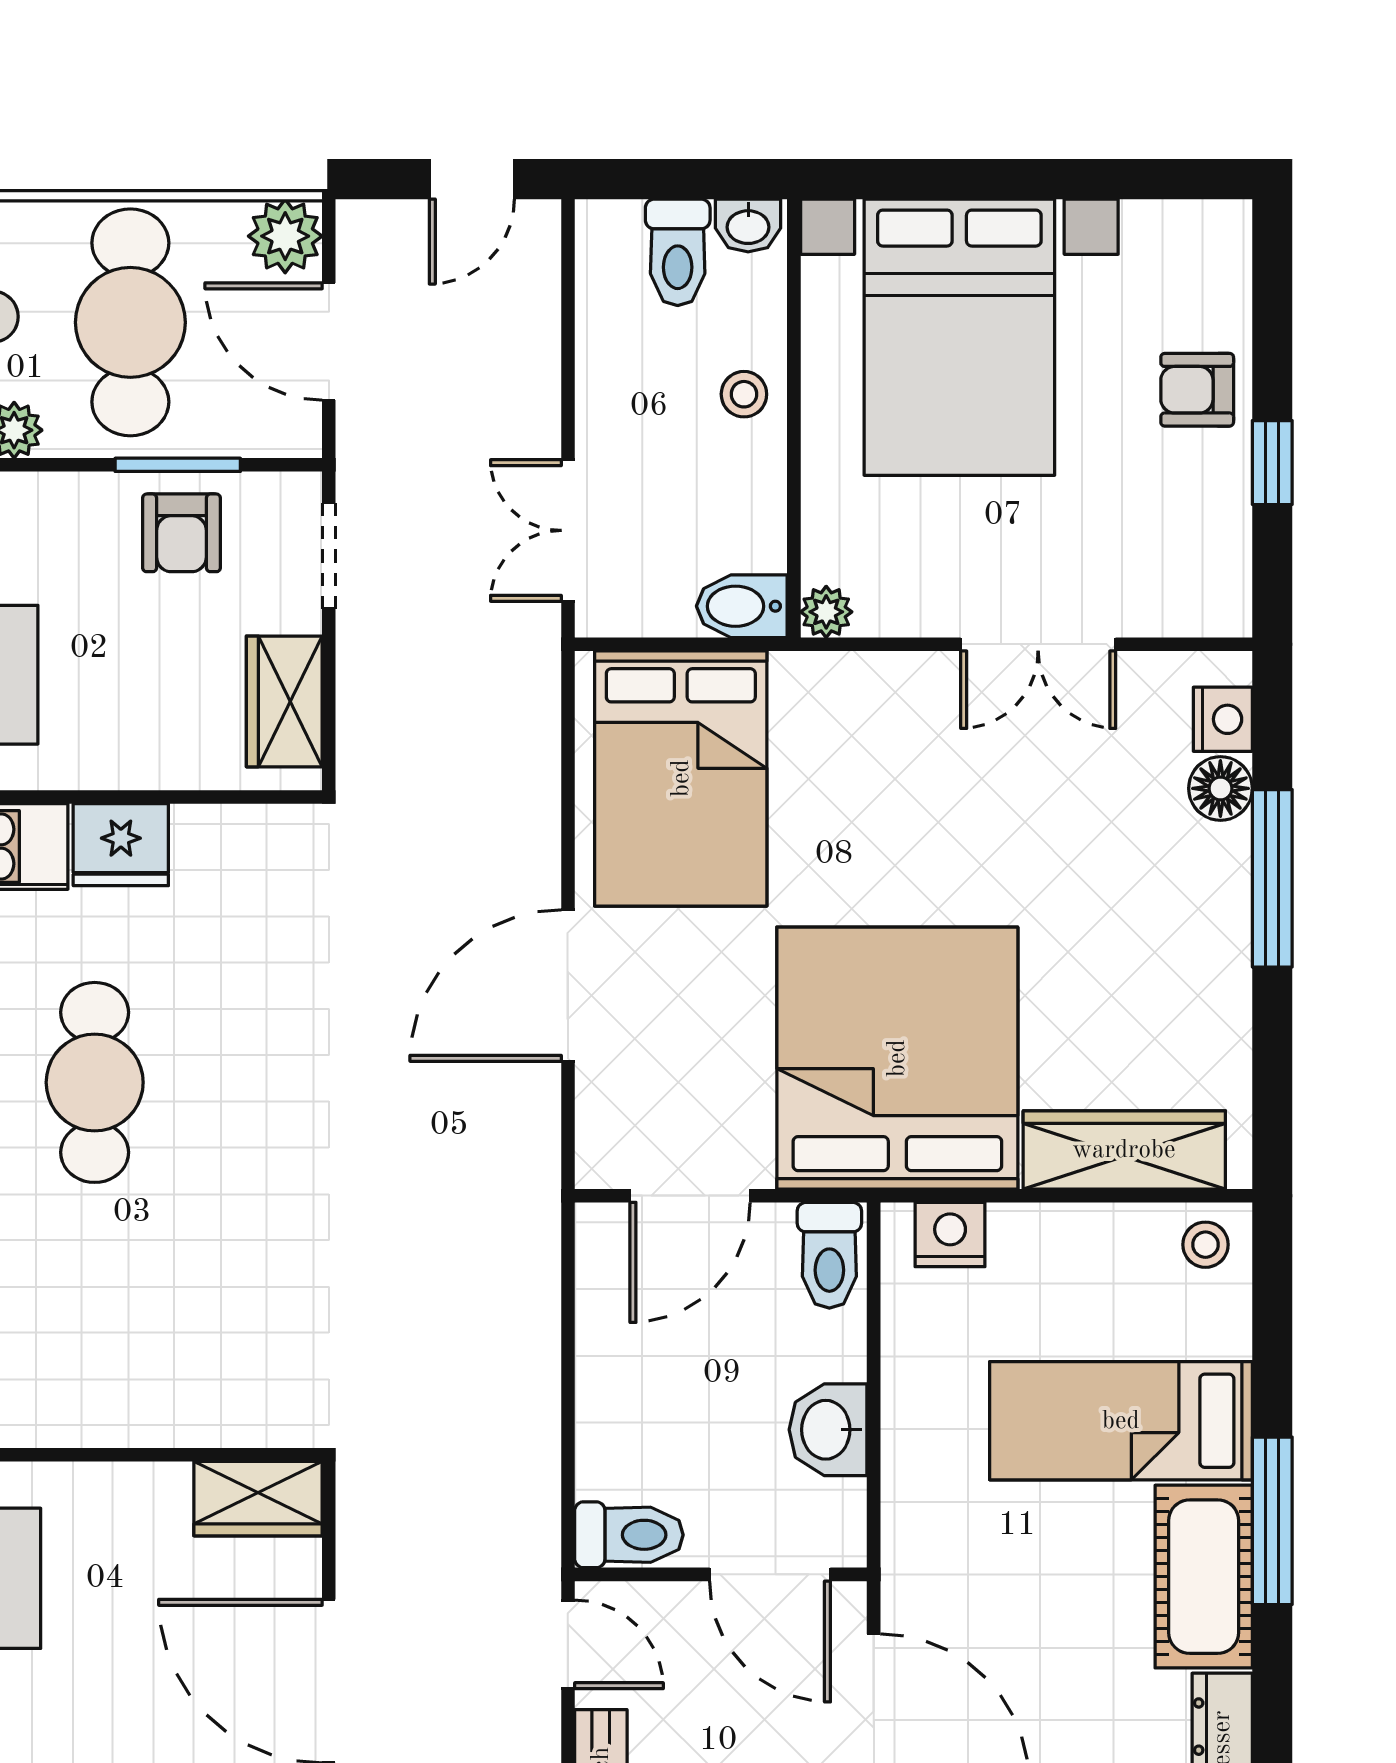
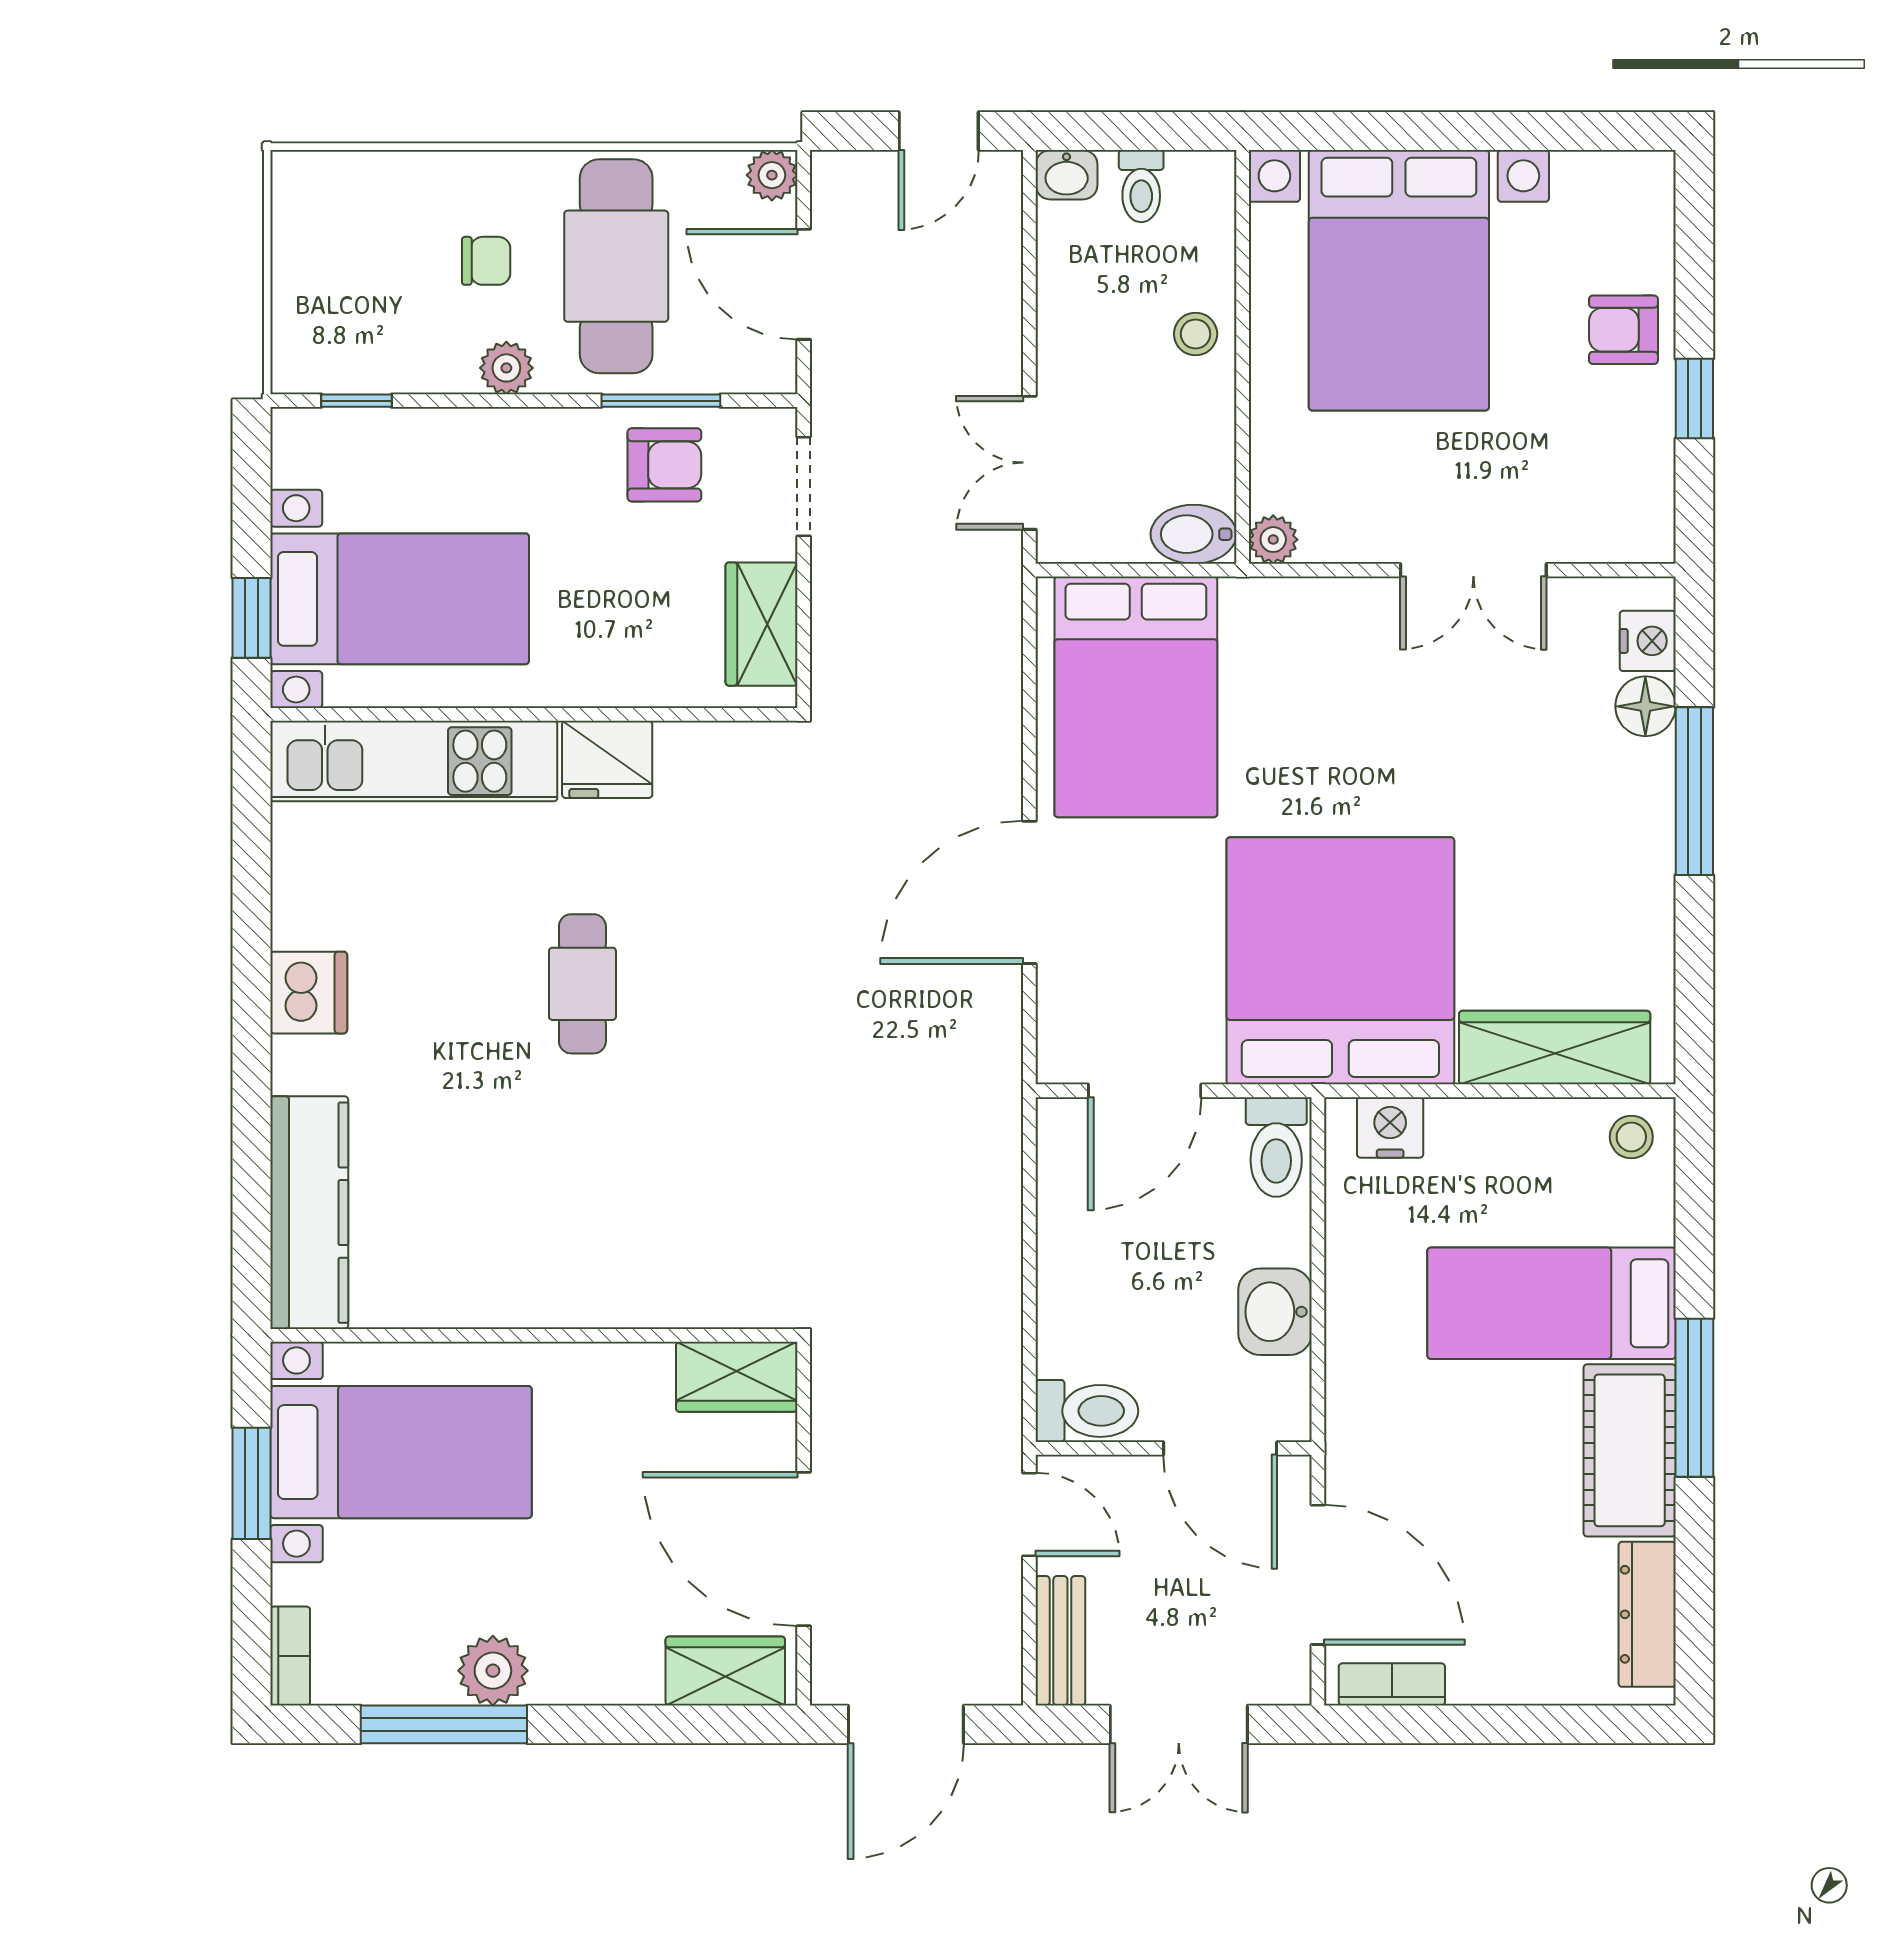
washbasin: (748, 226) -> (1067, 175), moved
plant: (285, 236) -> (772, 175), width x0.73, depth x0.73
toilet: (678, 252) -> (1141, 186), width x0.73, depth x0.72
armchair: (181, 533) -> (664, 465), turned -90
cafe table: (95, 1082) -> (582, 984), width x0.73, depth x0.74

